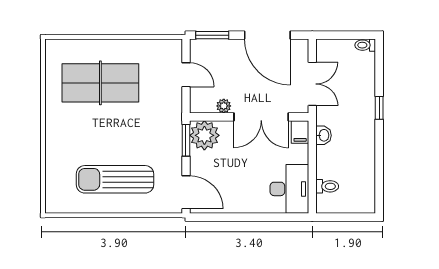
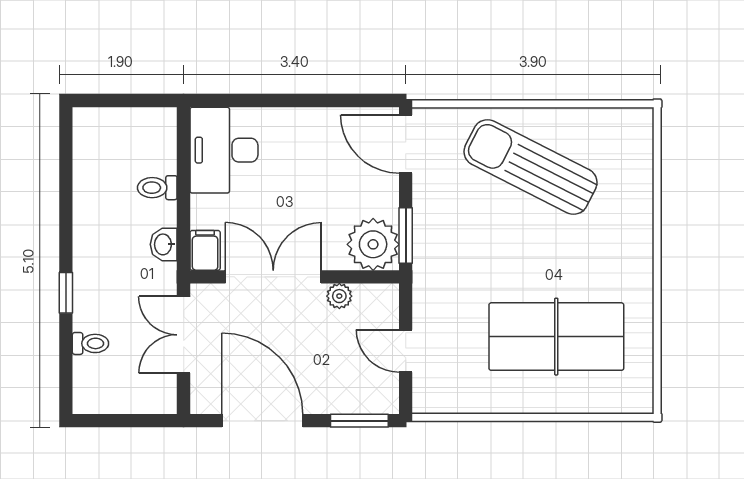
toilet: (365, 45) -> (90, 343), moved
sun lounger: (115, 179) -> (530, 167), turned -153
toilet: (327, 186) -> (157, 188), moved

